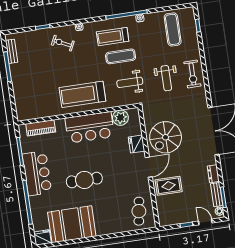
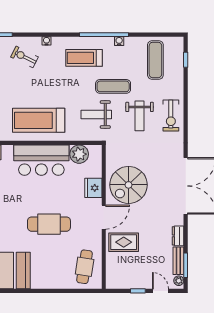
exercise mat: (121, 56) -> (113, 86), moved
cafe table: (84, 180) -> (49, 224), moved

